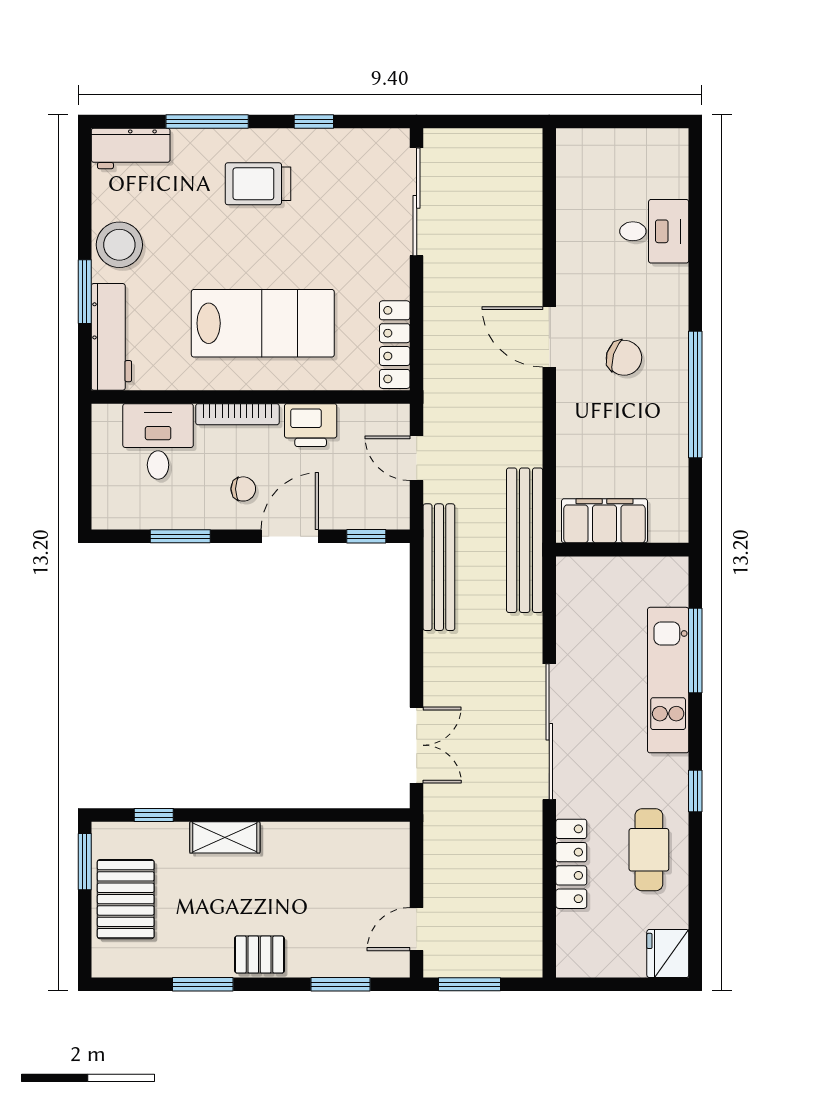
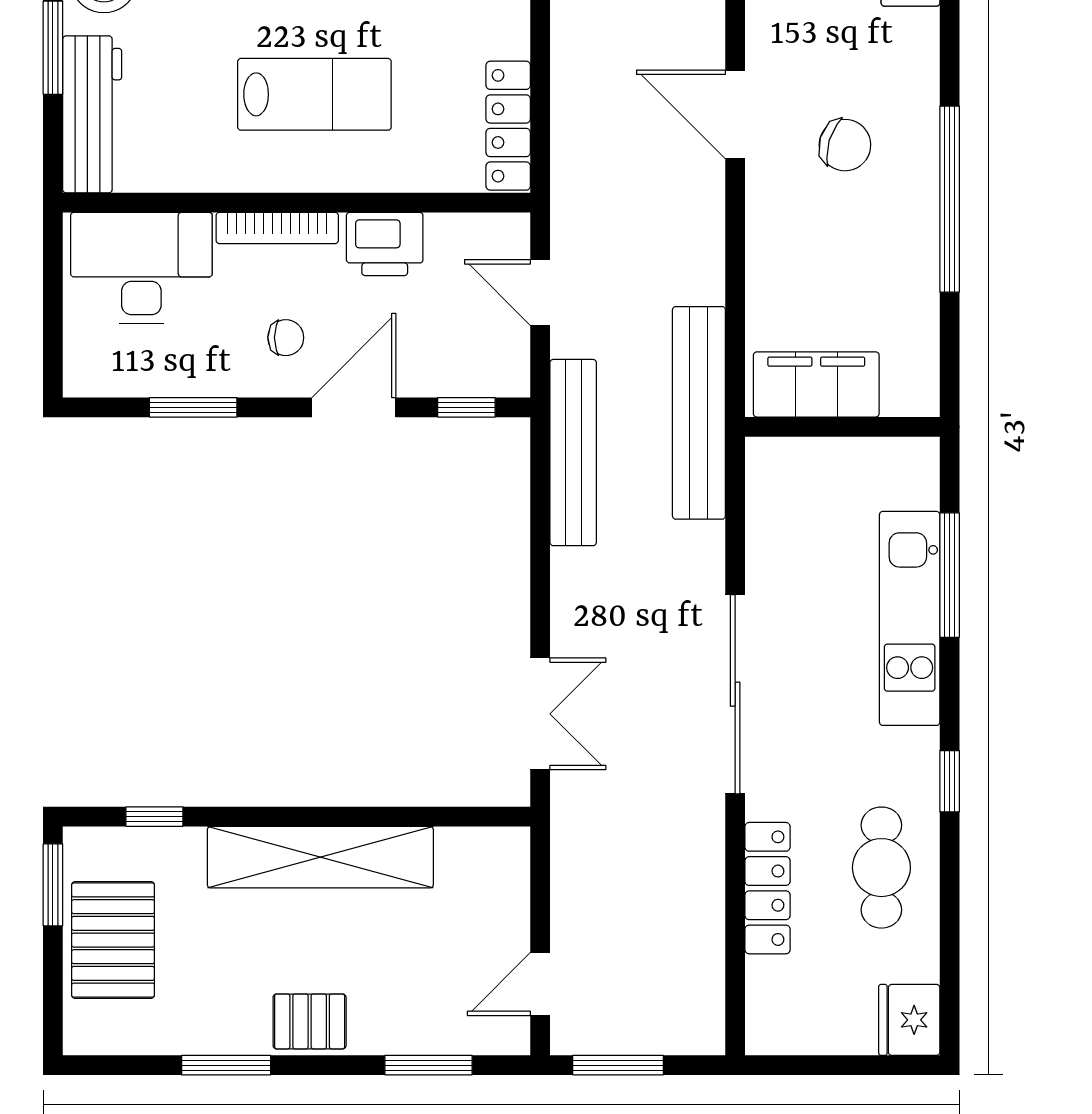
lab bench: (263, 323) -> (314, 94), width x0.73, depth x0.72
desk: (158, 441) -> (141, 268), width x1.37
shelving: (225, 837) -> (320, 857), width x2.20, depth x1.33

